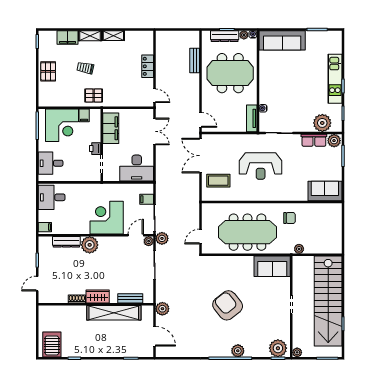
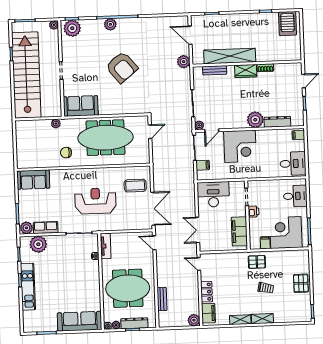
filing cabinet: (67, 38) -> (208, 313), moved, turned 90
plant: (162, 238) -> (194, 320), moved

